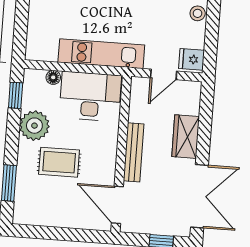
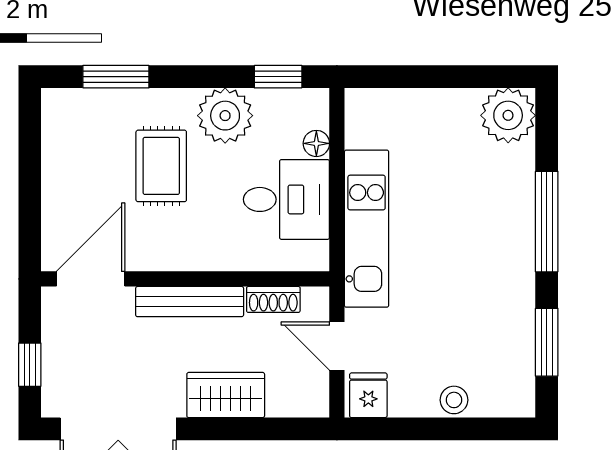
desk: (90, 96) -> (286, 199), width x0.73
shoe rack: (136, 107) -> (273, 299), added

